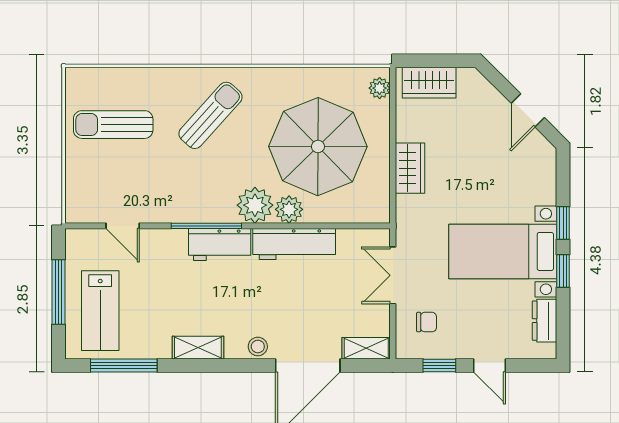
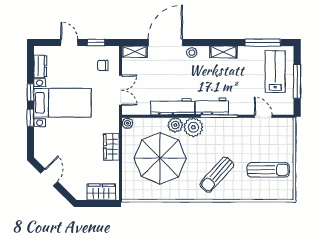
plant: (380, 88) -> (127, 123), moved

